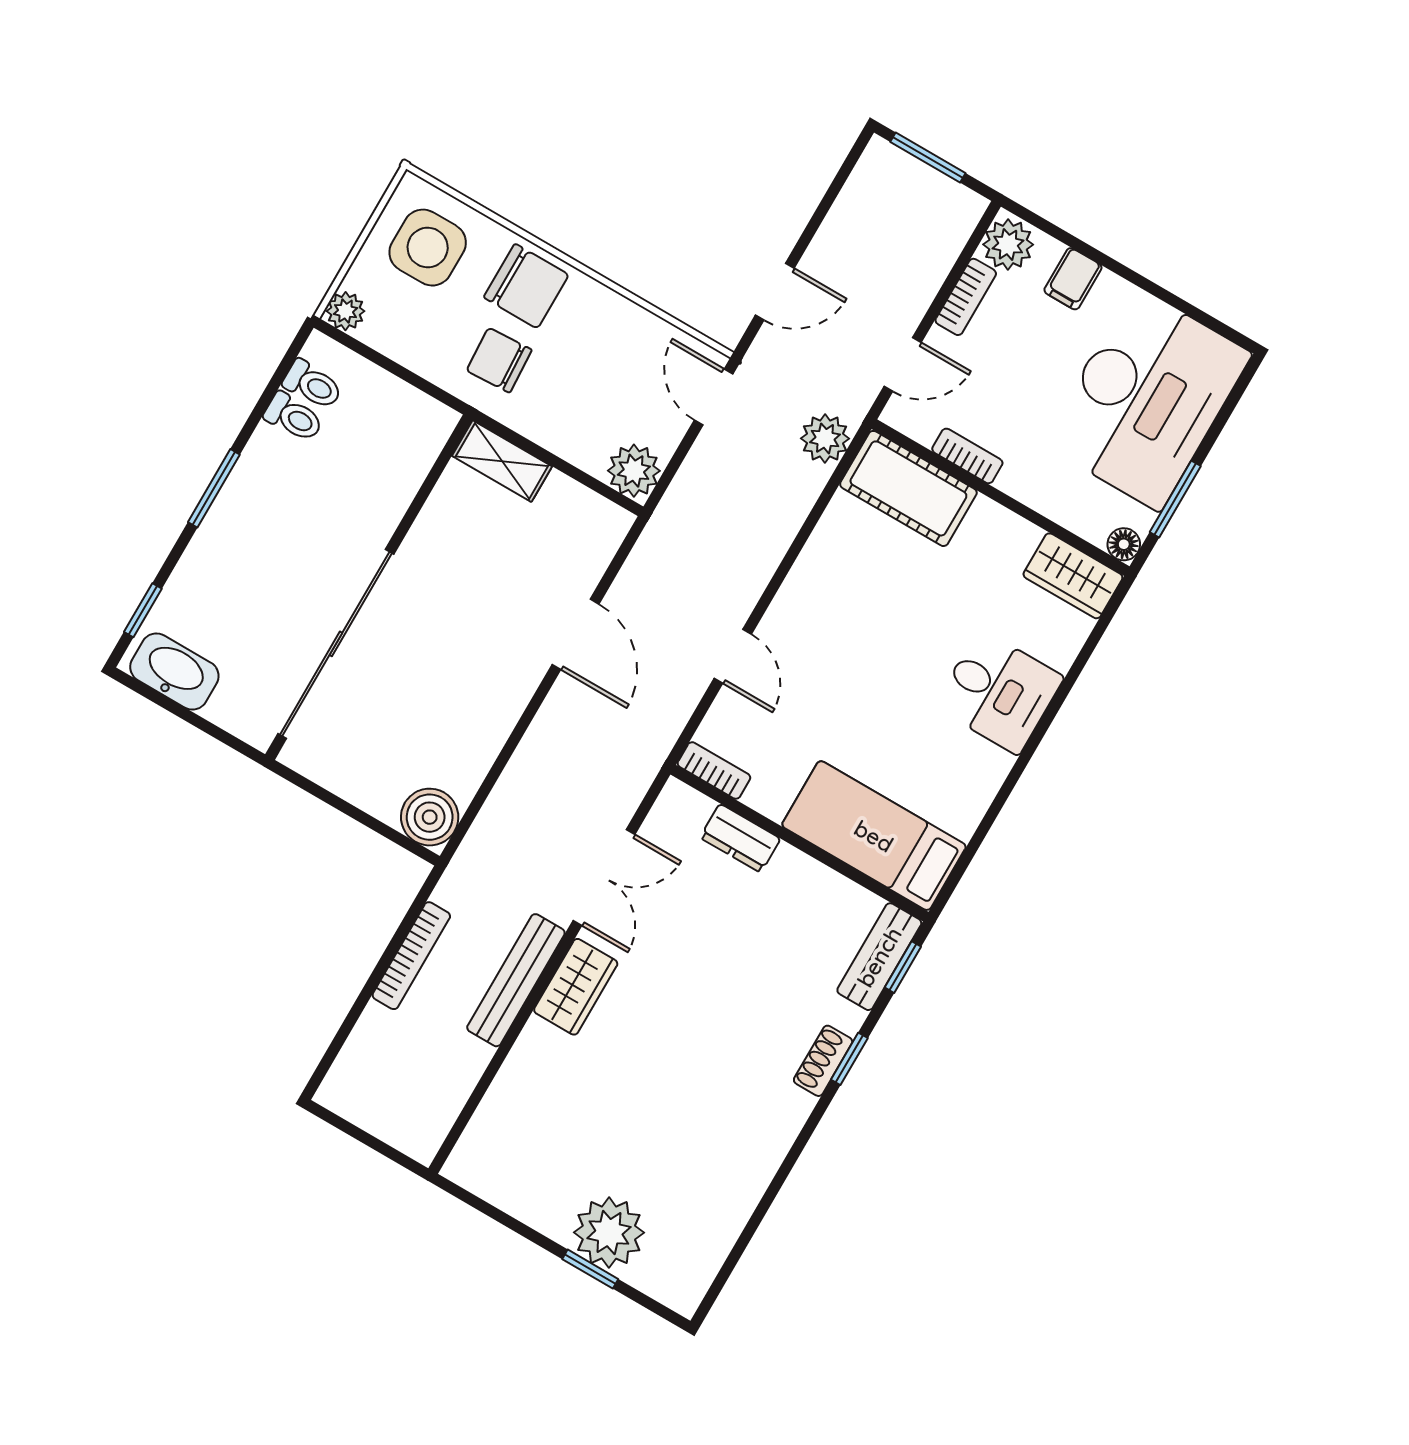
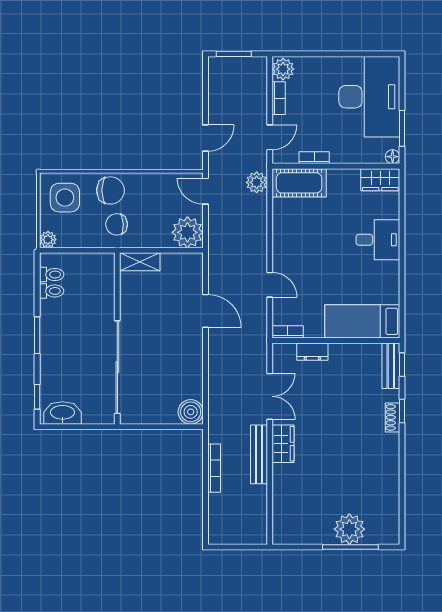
filing cabinet: (1073, 279) -> (315, 68), removed
plant: (634, 471) -> (187, 232), width x1.36, depth x1.36
window: (590, 1269) -> (350, 547), width x2.17

